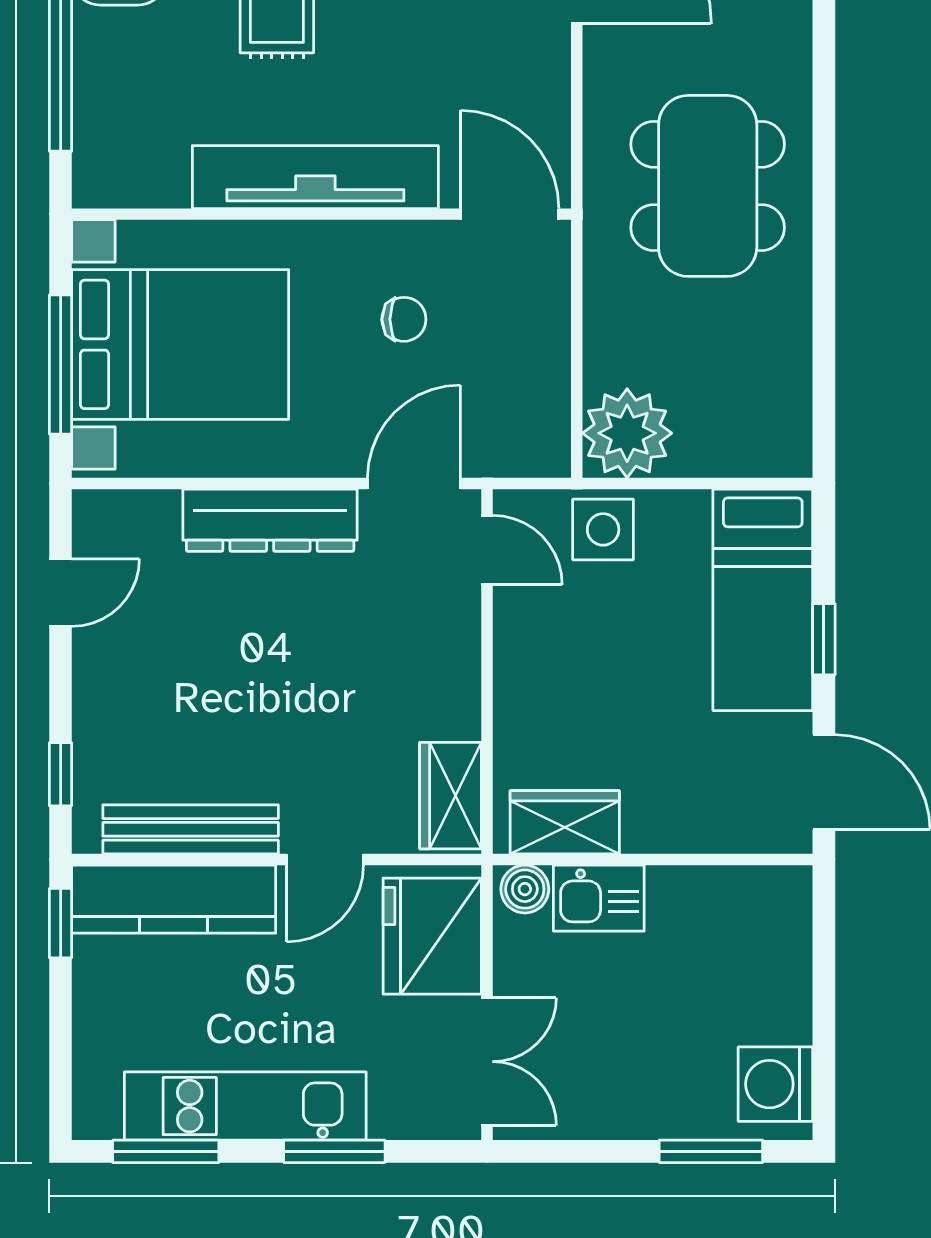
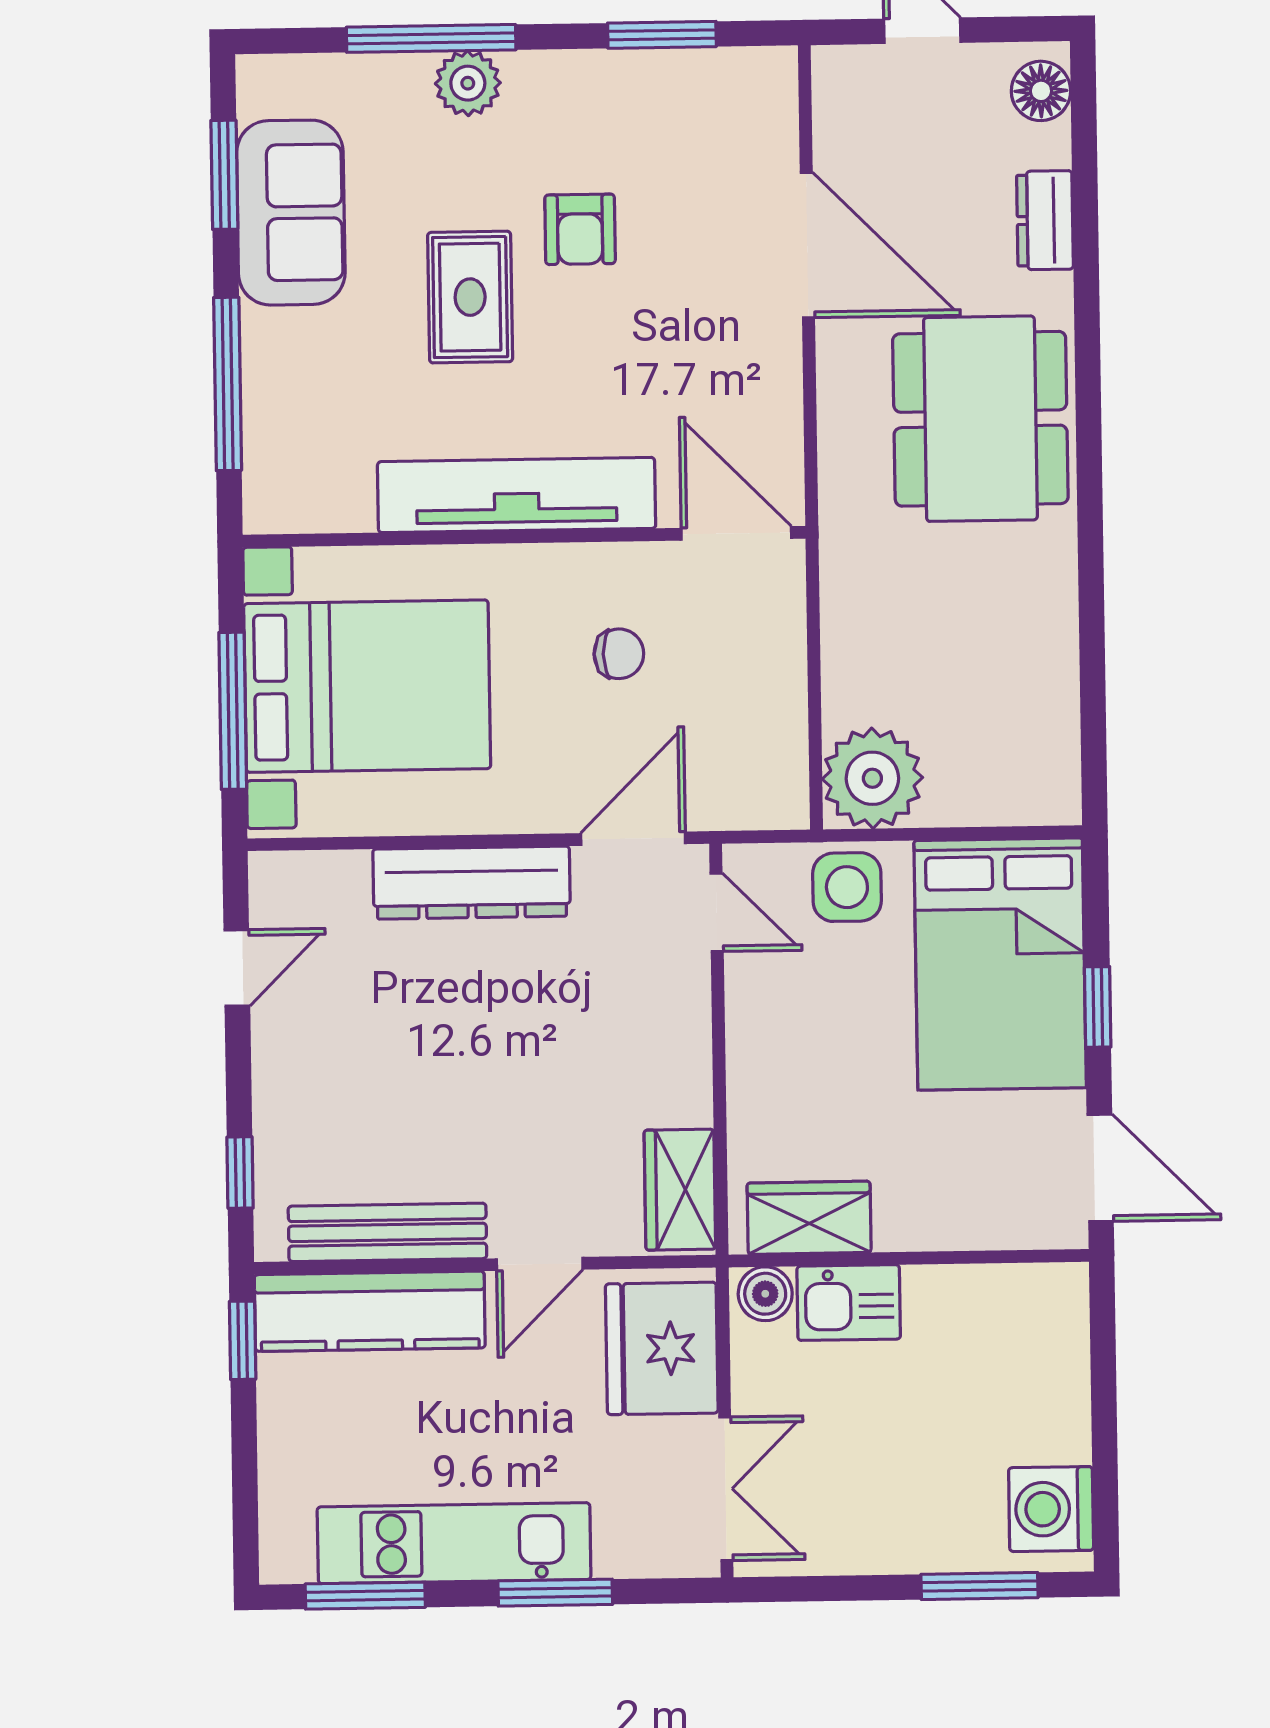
dining table: (708, 186) -> (980, 419), moved
bed: (763, 600) -> (1000, 964), width x1.50

